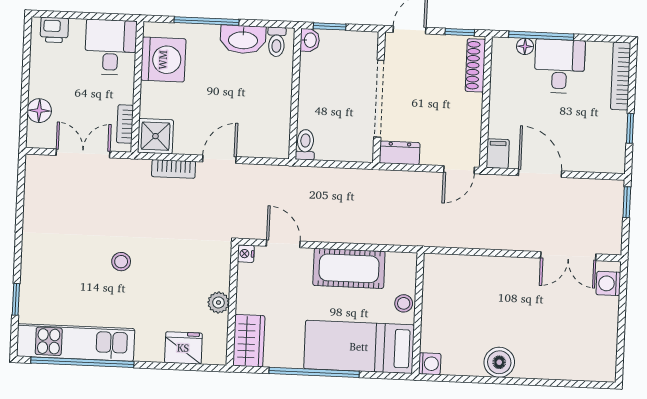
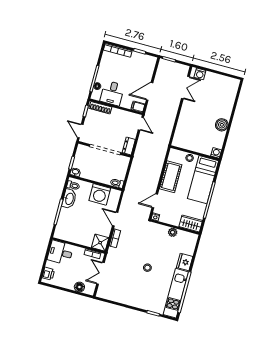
washing machine: (163, 60) -> (100, 194), moved, turned 180
desk: (560, 66) -> (112, 93), moved, turned -90
fridge: (183, 348) -> (185, 262), moved

